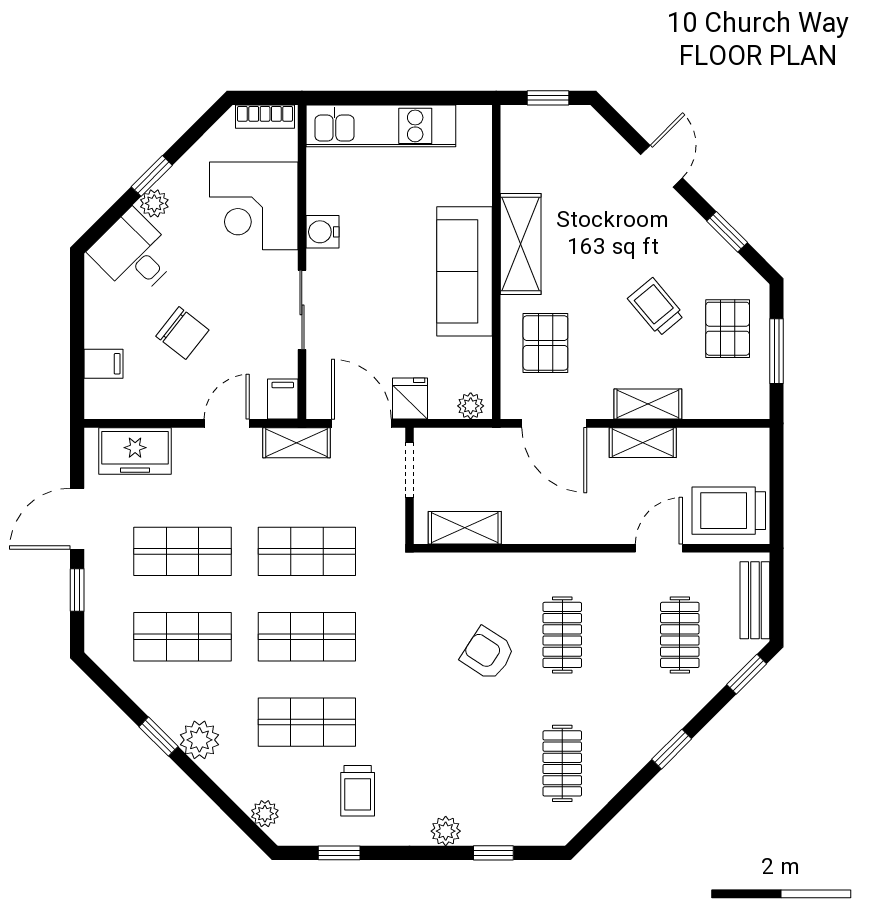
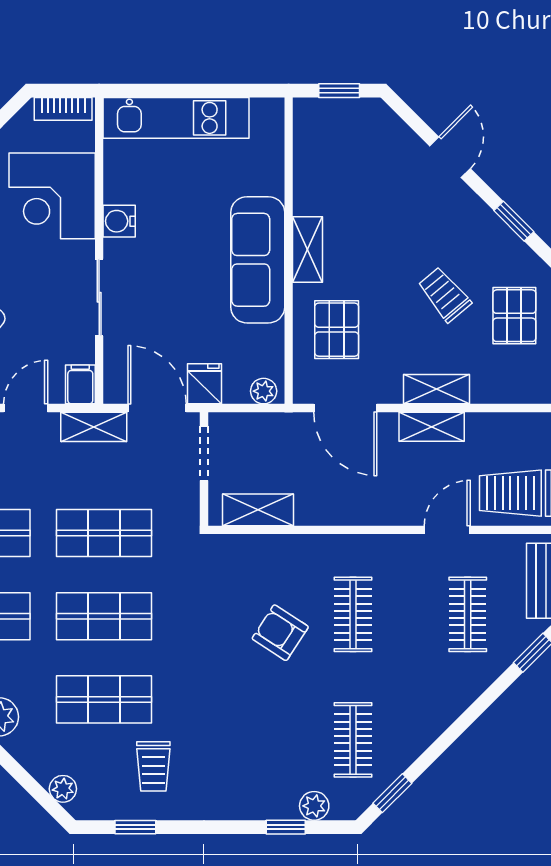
shelving: (521, 244) -> (308, 249), width x0.67, depth x0.75
window: (672, 749) -> (392, 793), moved
plant: (446, 831) -> (314, 806), moved

